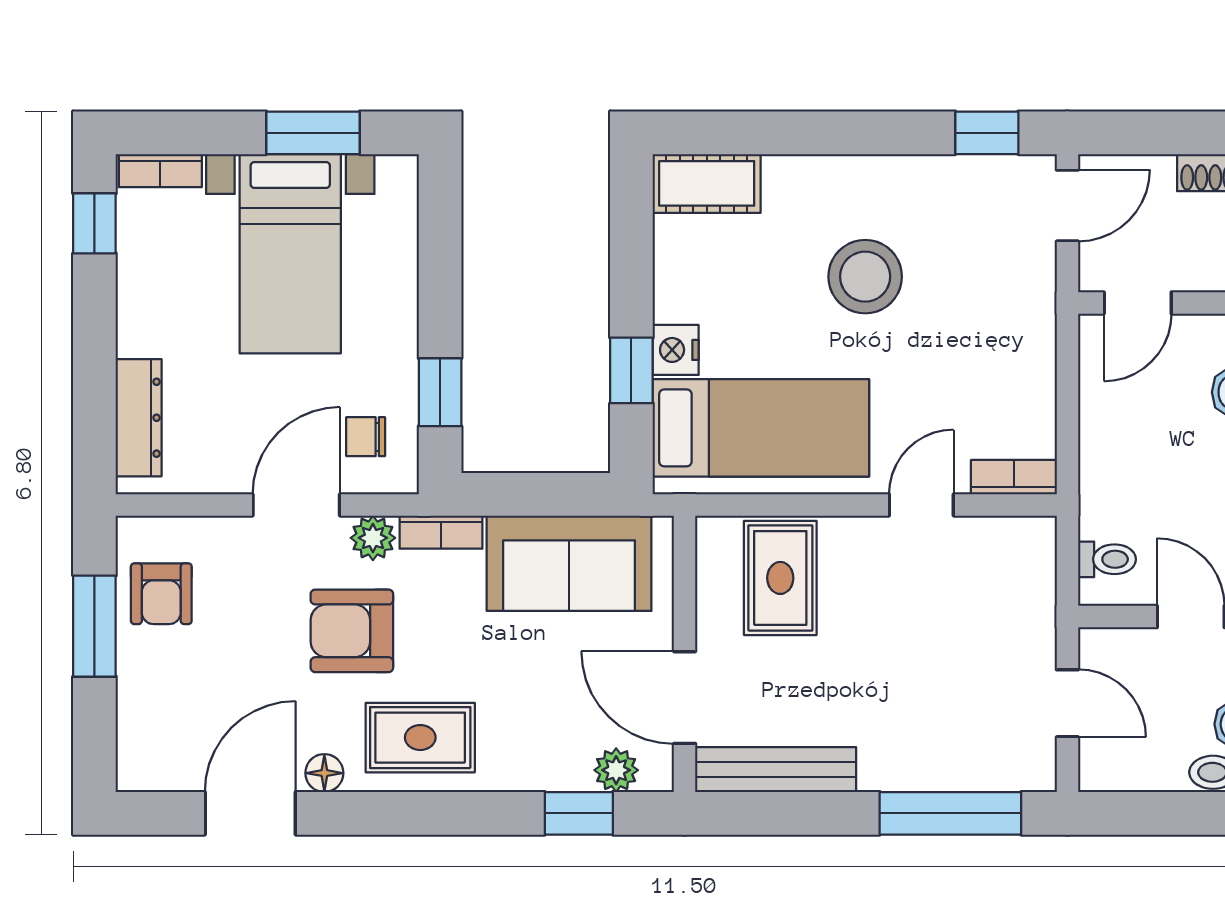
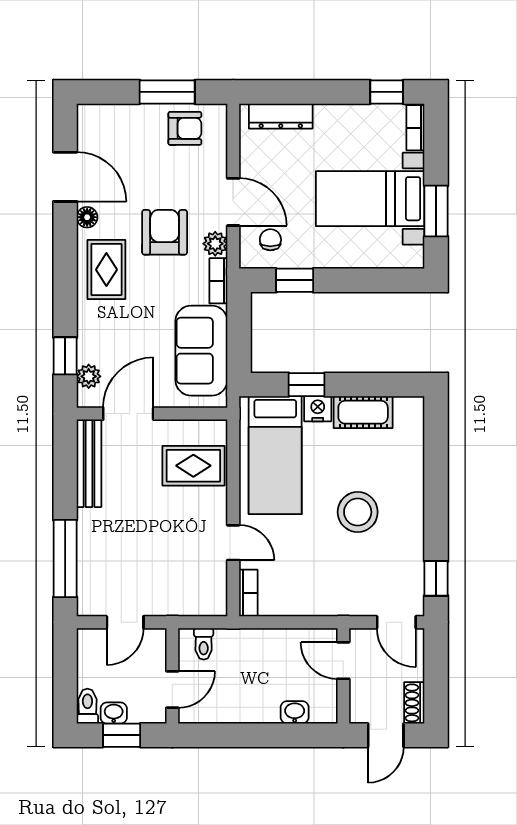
cot: (707, 183) -> (363, 412), moved, turned 90
armchair: (161, 594) -> (185, 128), turned 180

